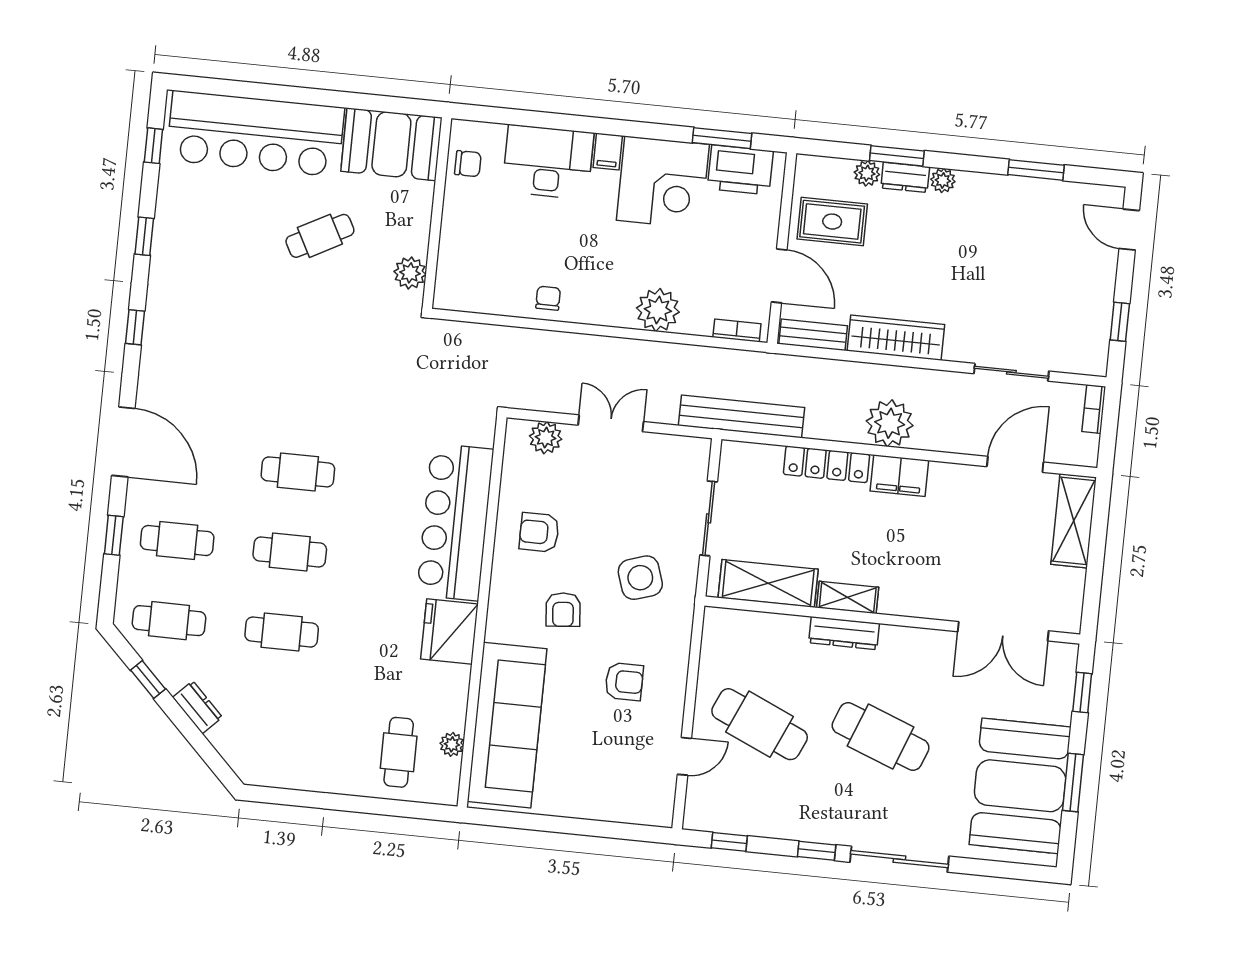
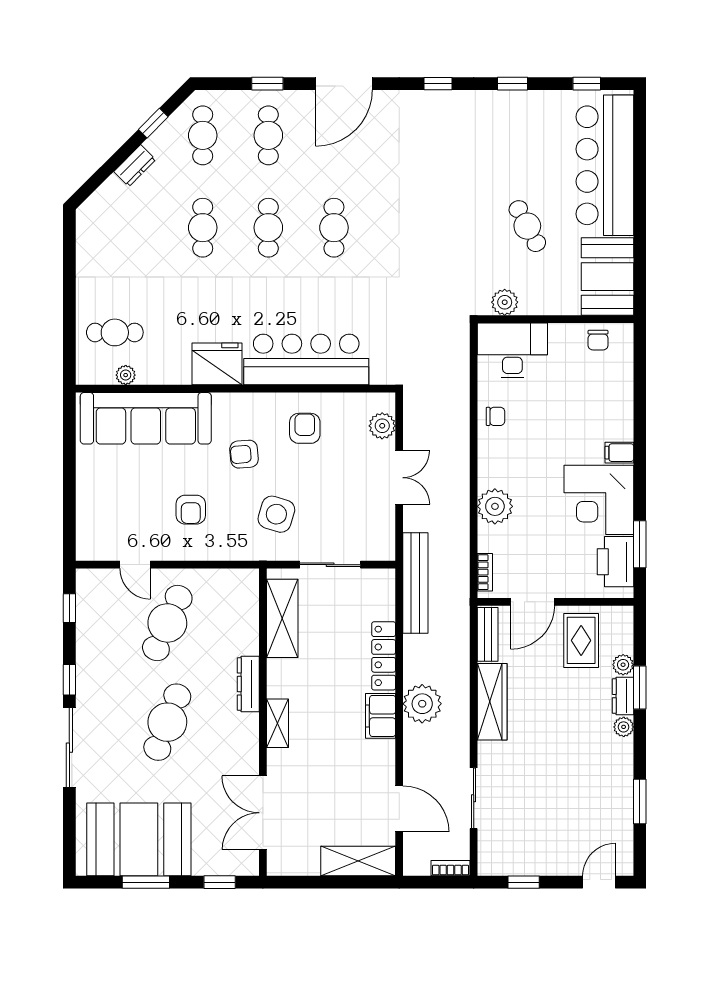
desk: (548, 162) -> (512, 350), moved, turned -90
side table: (640, 578) -> (276, 514), turned 35
shelving: (848, 597) -> (277, 723), moved

